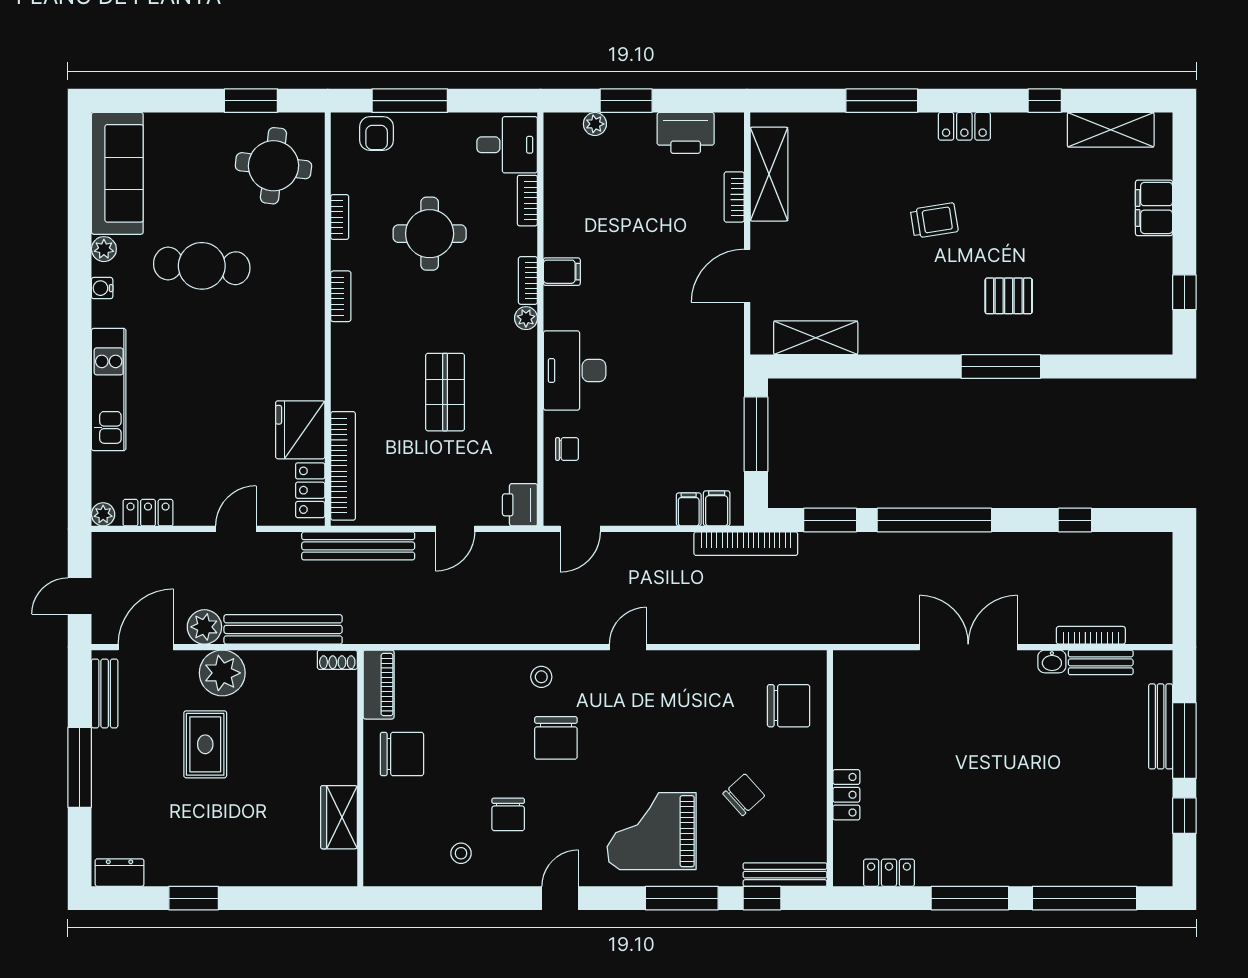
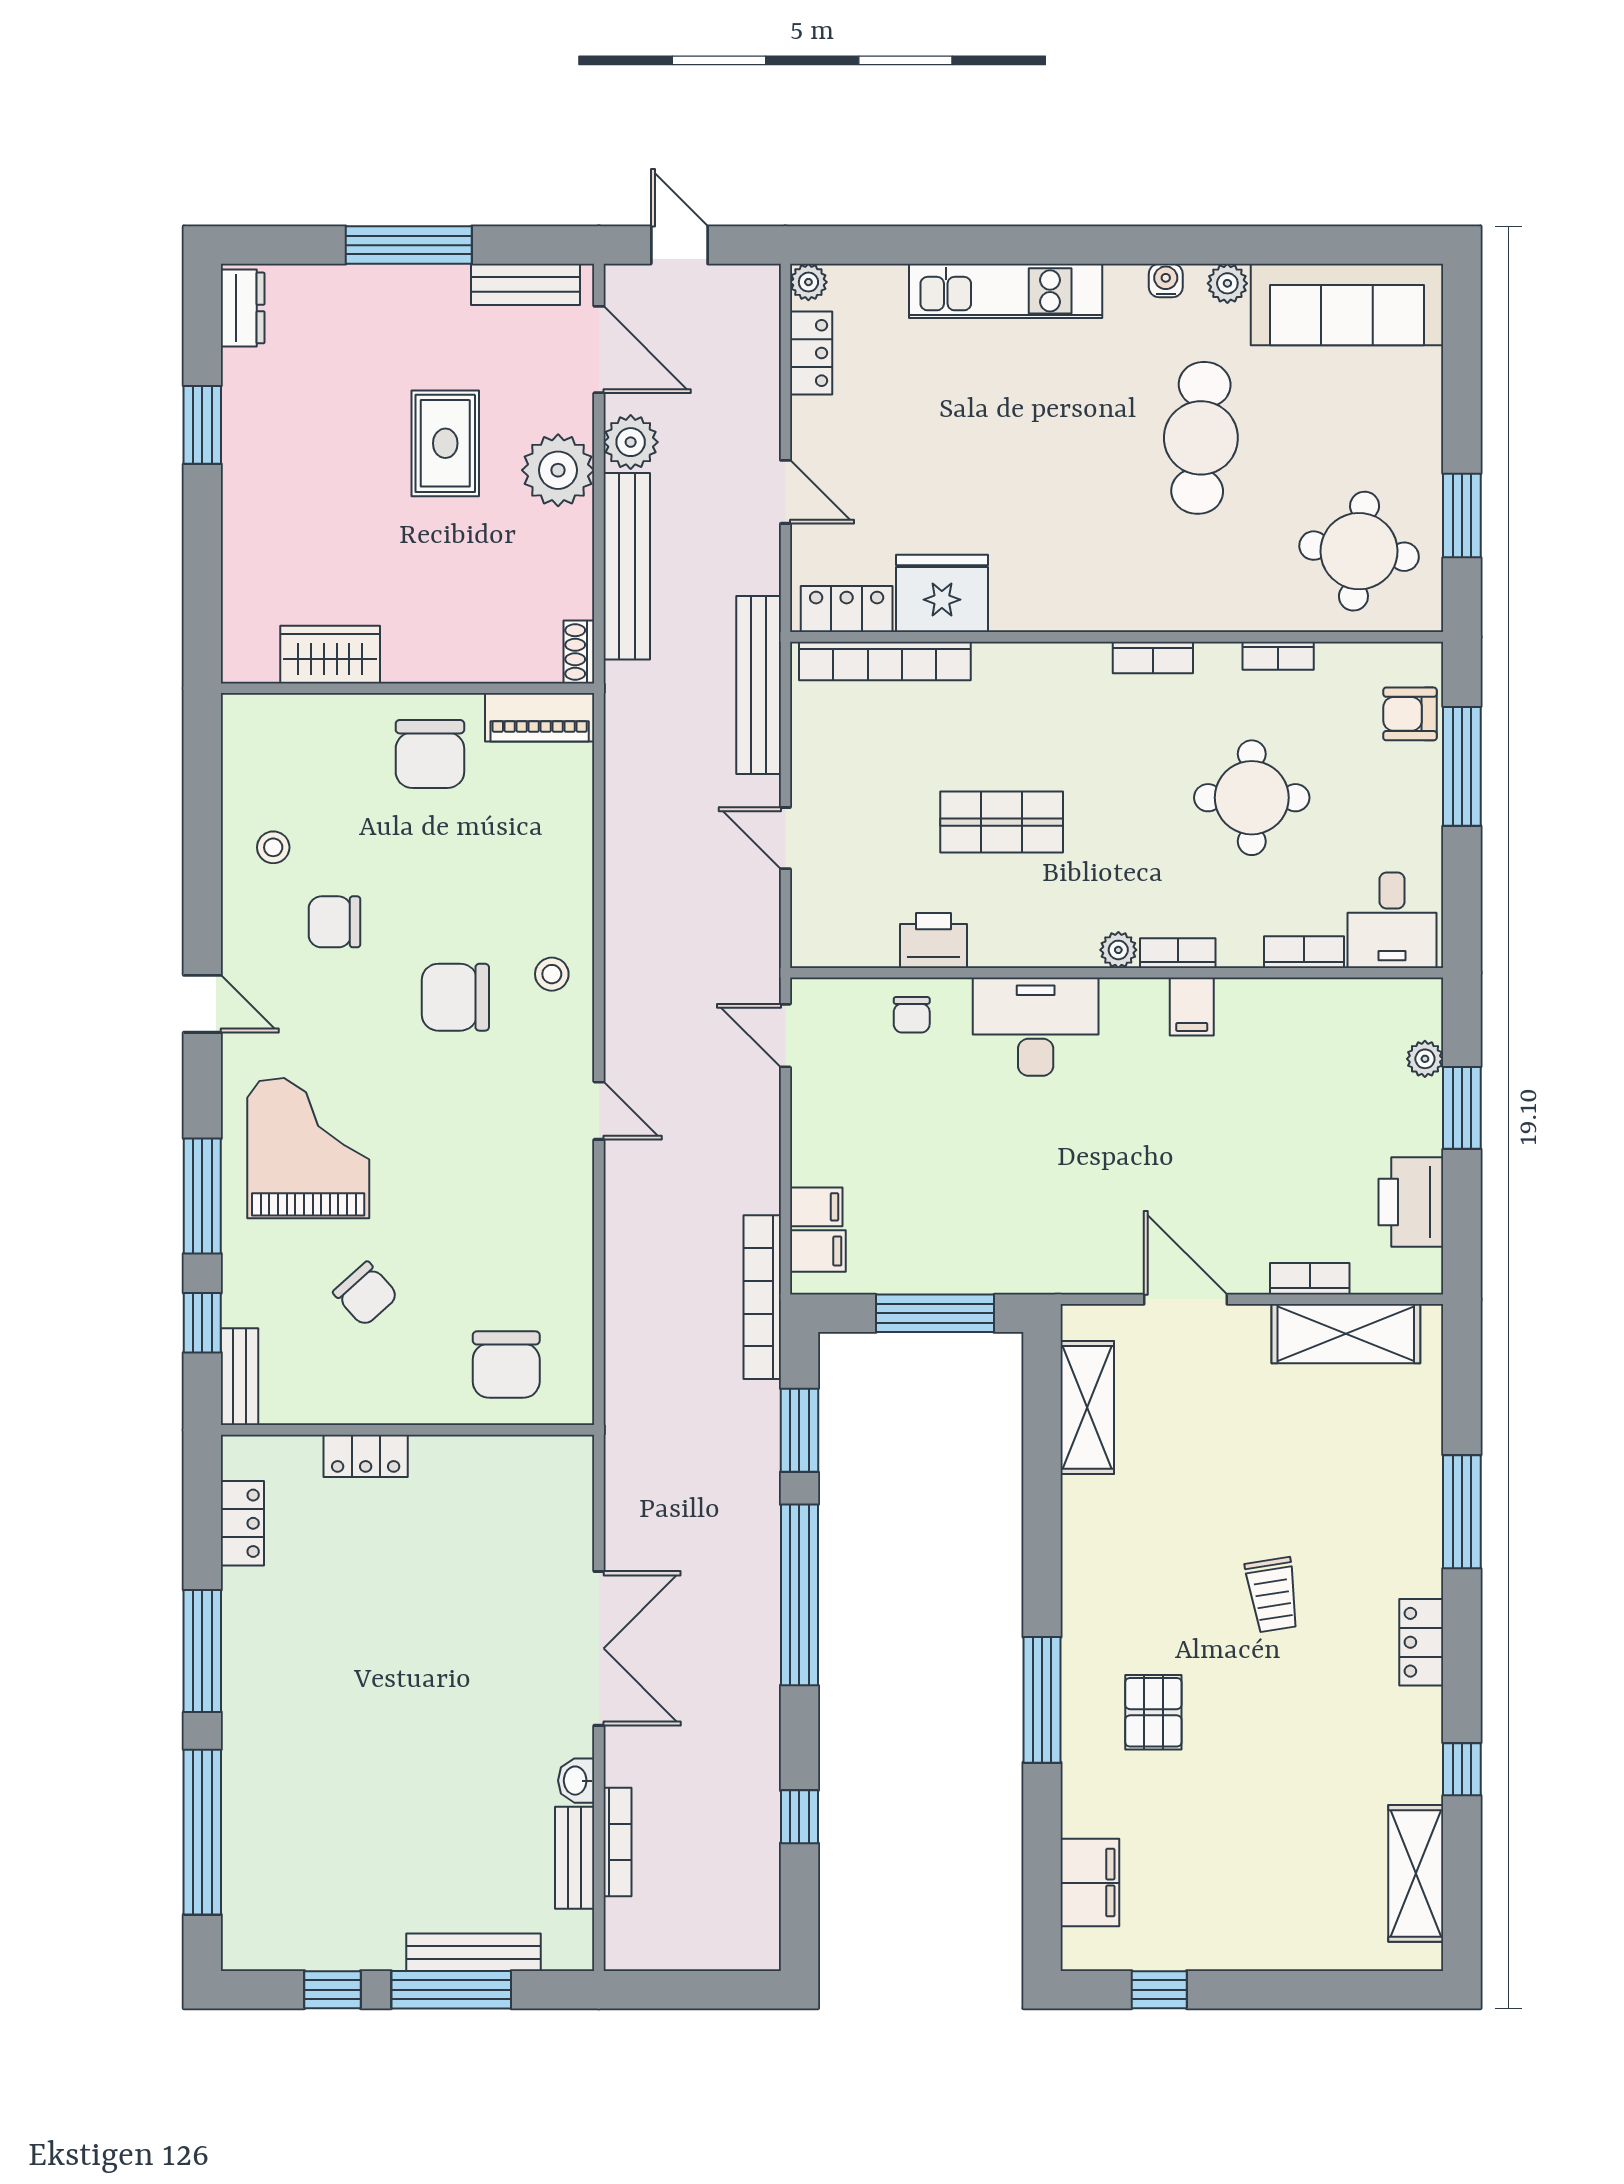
filing cabinet: (1154, 208) -> (1090, 1883), moved, turned 90
printer: (520, 505) -> (933, 940), moved
rug: (205, 744) -> (445, 443), turned 90
bench: (785, 875) -> (240, 1377), width x0.73

